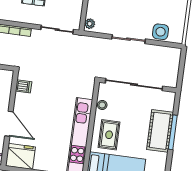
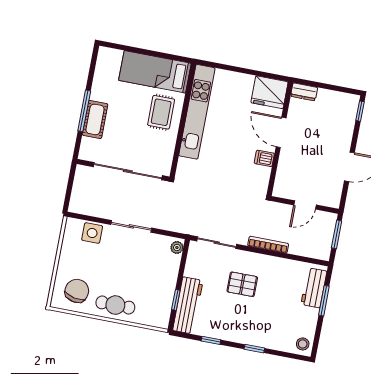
dishwasher: (24, 86) -> (264, 158), moved
stool: (102, 105) -> (167, 149), removed
cot: (160, 131) -> (95, 119), width x0.73, depth x0.75

